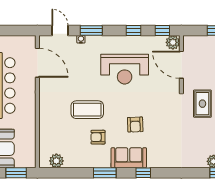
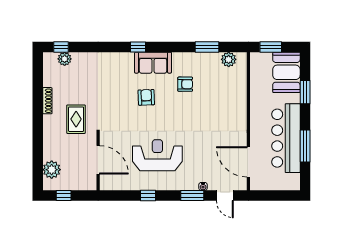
window: (162, 31) -> (118, 196), removed
plant: (173, 42) -> (107, 183), removed
coffee table: (87, 110) -> (196, 113), removed
window: (105, 173) -> (207, 47), moved

